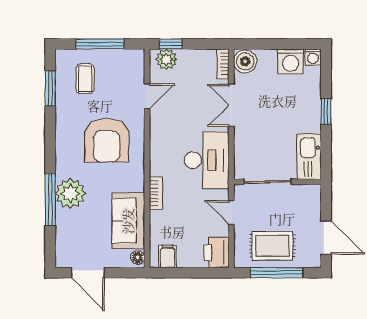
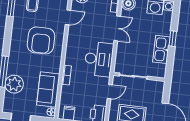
double door: (231, 105) -> (117, 28), swing flipped
kitchen sink: (309, 157) -> (161, 49), moved
plant: (70, 193) -> (14, 84), moved
door: (231, 212) -> (110, 92), swing flipped

